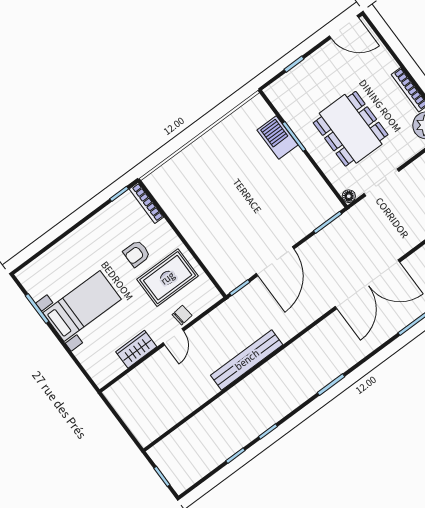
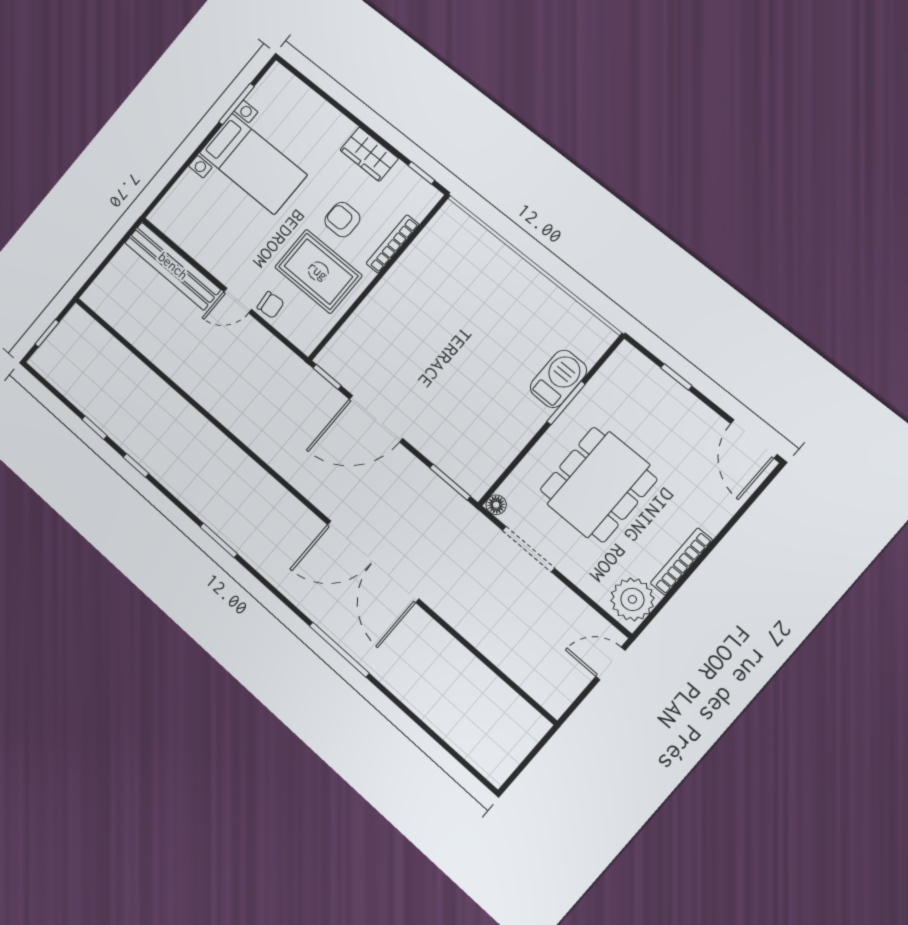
bookcase: (146, 203) -> (393, 244), moved
wardrobe: (136, 349) -> (369, 154), moved, turned 180
bench: (247, 360) -> (173, 266), moved

